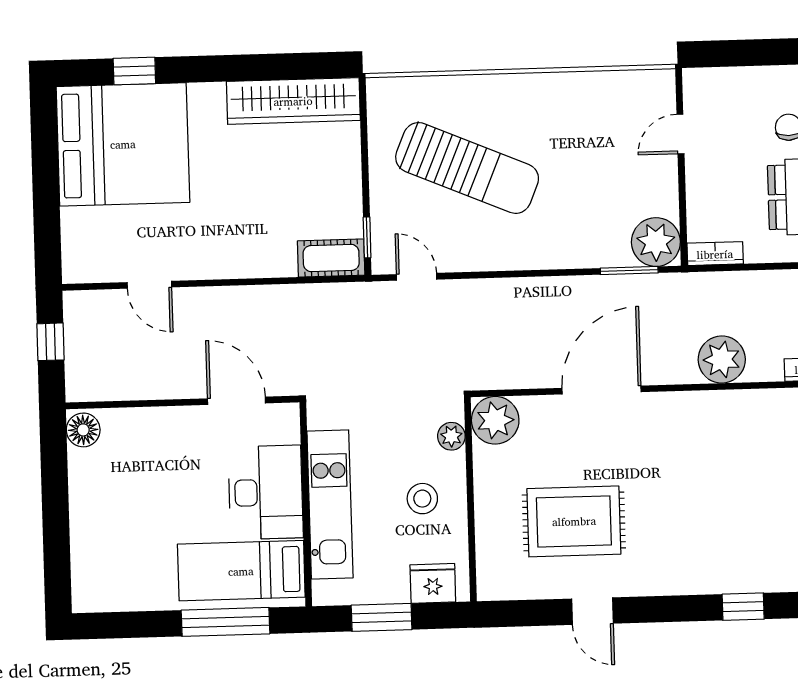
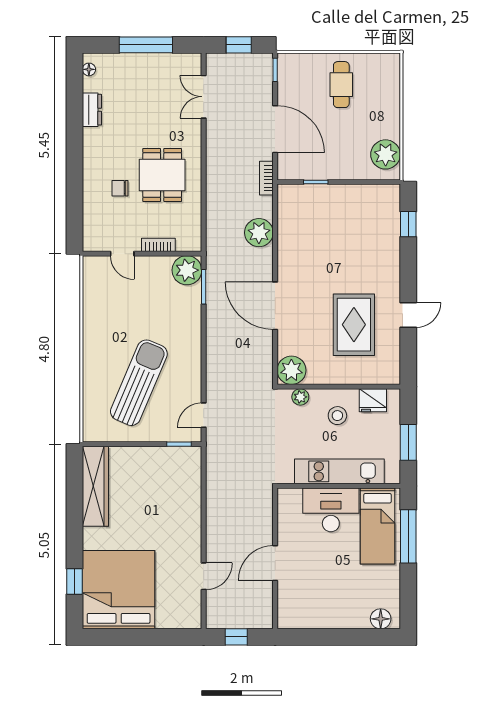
bookcase: (715, 254) -> (158, 245), moved, turned 90
cot: (331, 258) -> (191, 466), removed
door: (236, 401) -> (275, 563), moved
floor lamp: (83, 430) -> (381, 619), moved
fridge: (433, 583) -> (373, 400), moved, turned -90

